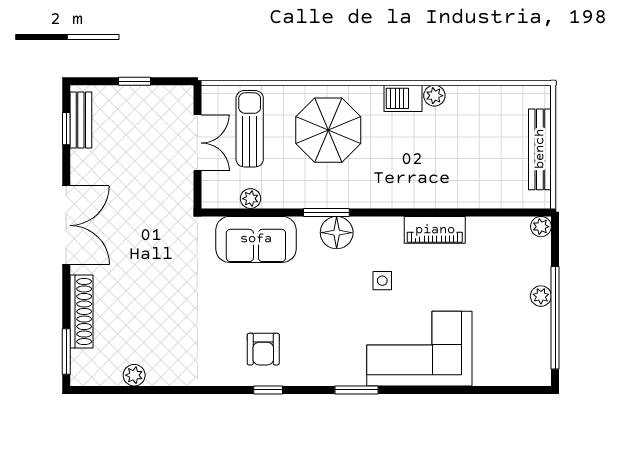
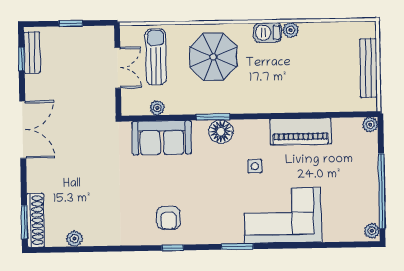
piano: (435, 230) -> (301, 131), width x1.37, depth x1.33
plant: (541, 296) -> (372, 231), moved
shoe rack: (81, 311) -> (35, 220), moved

